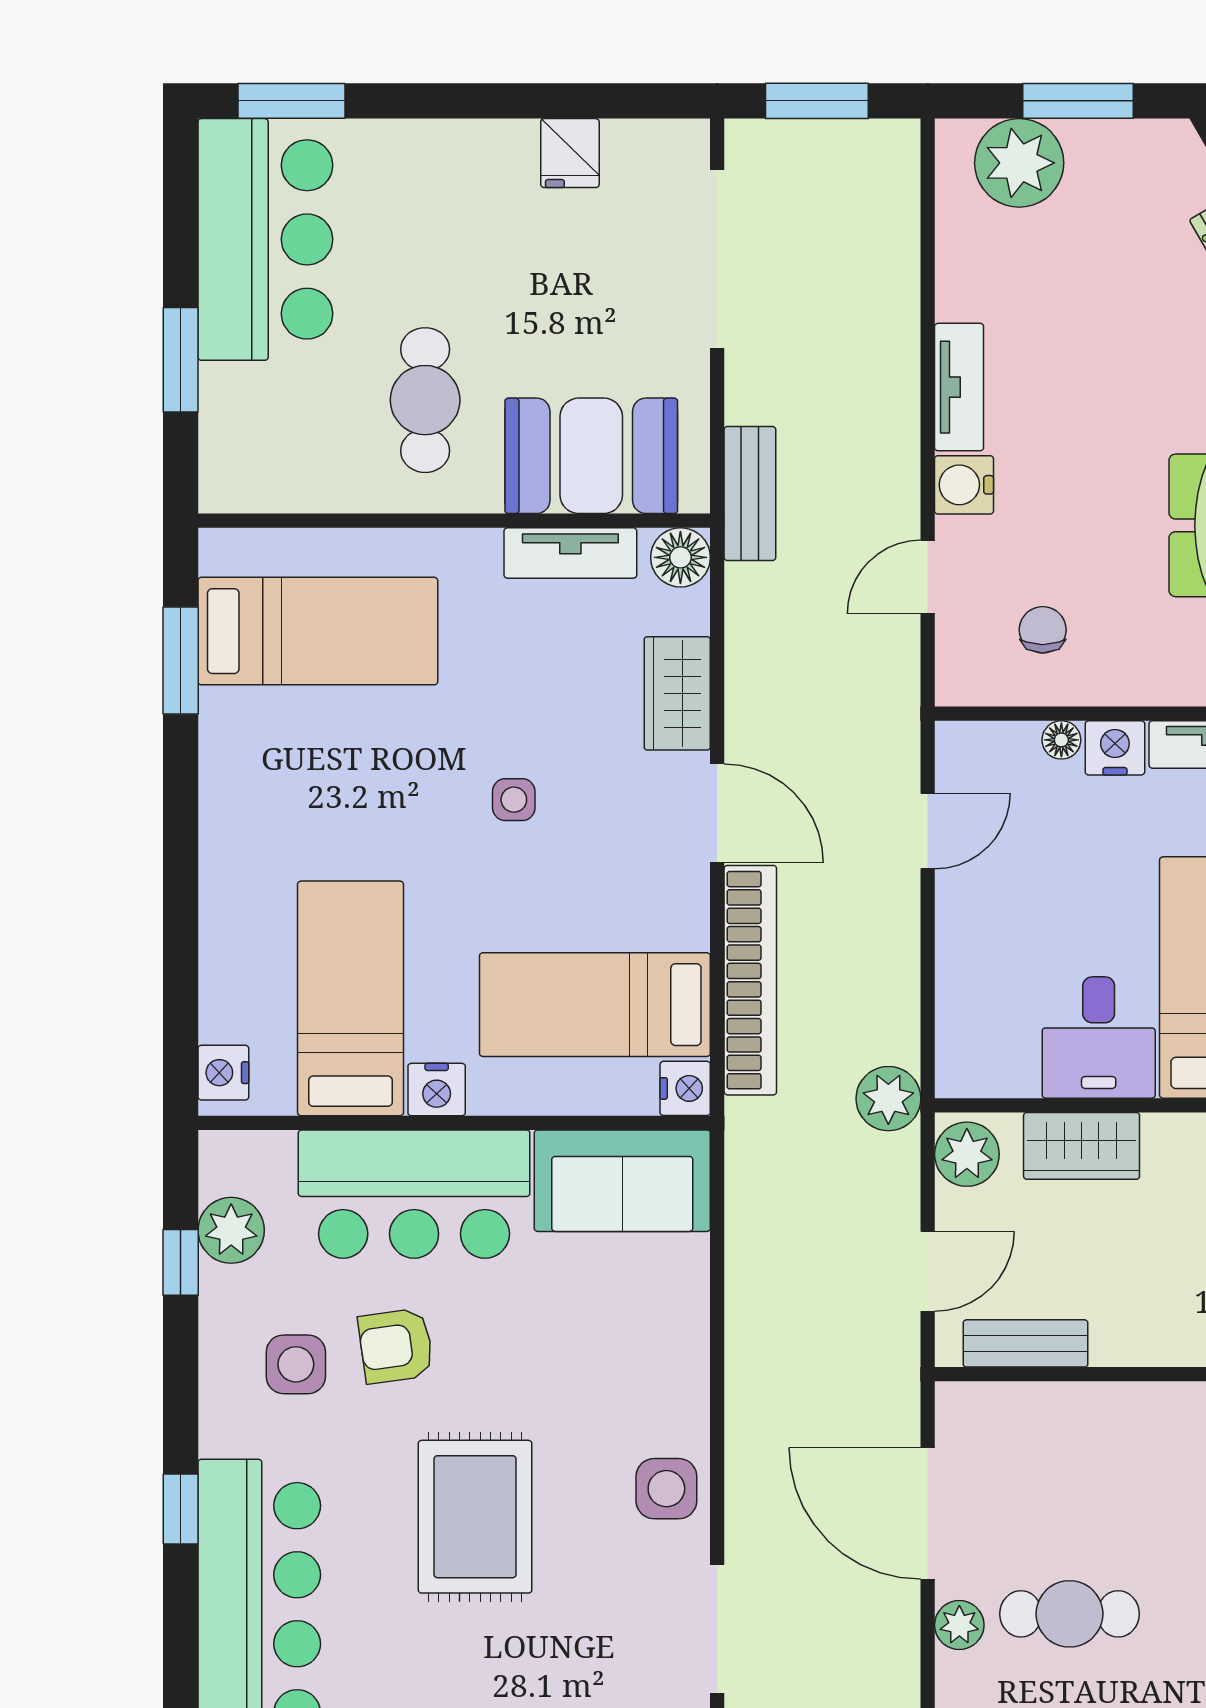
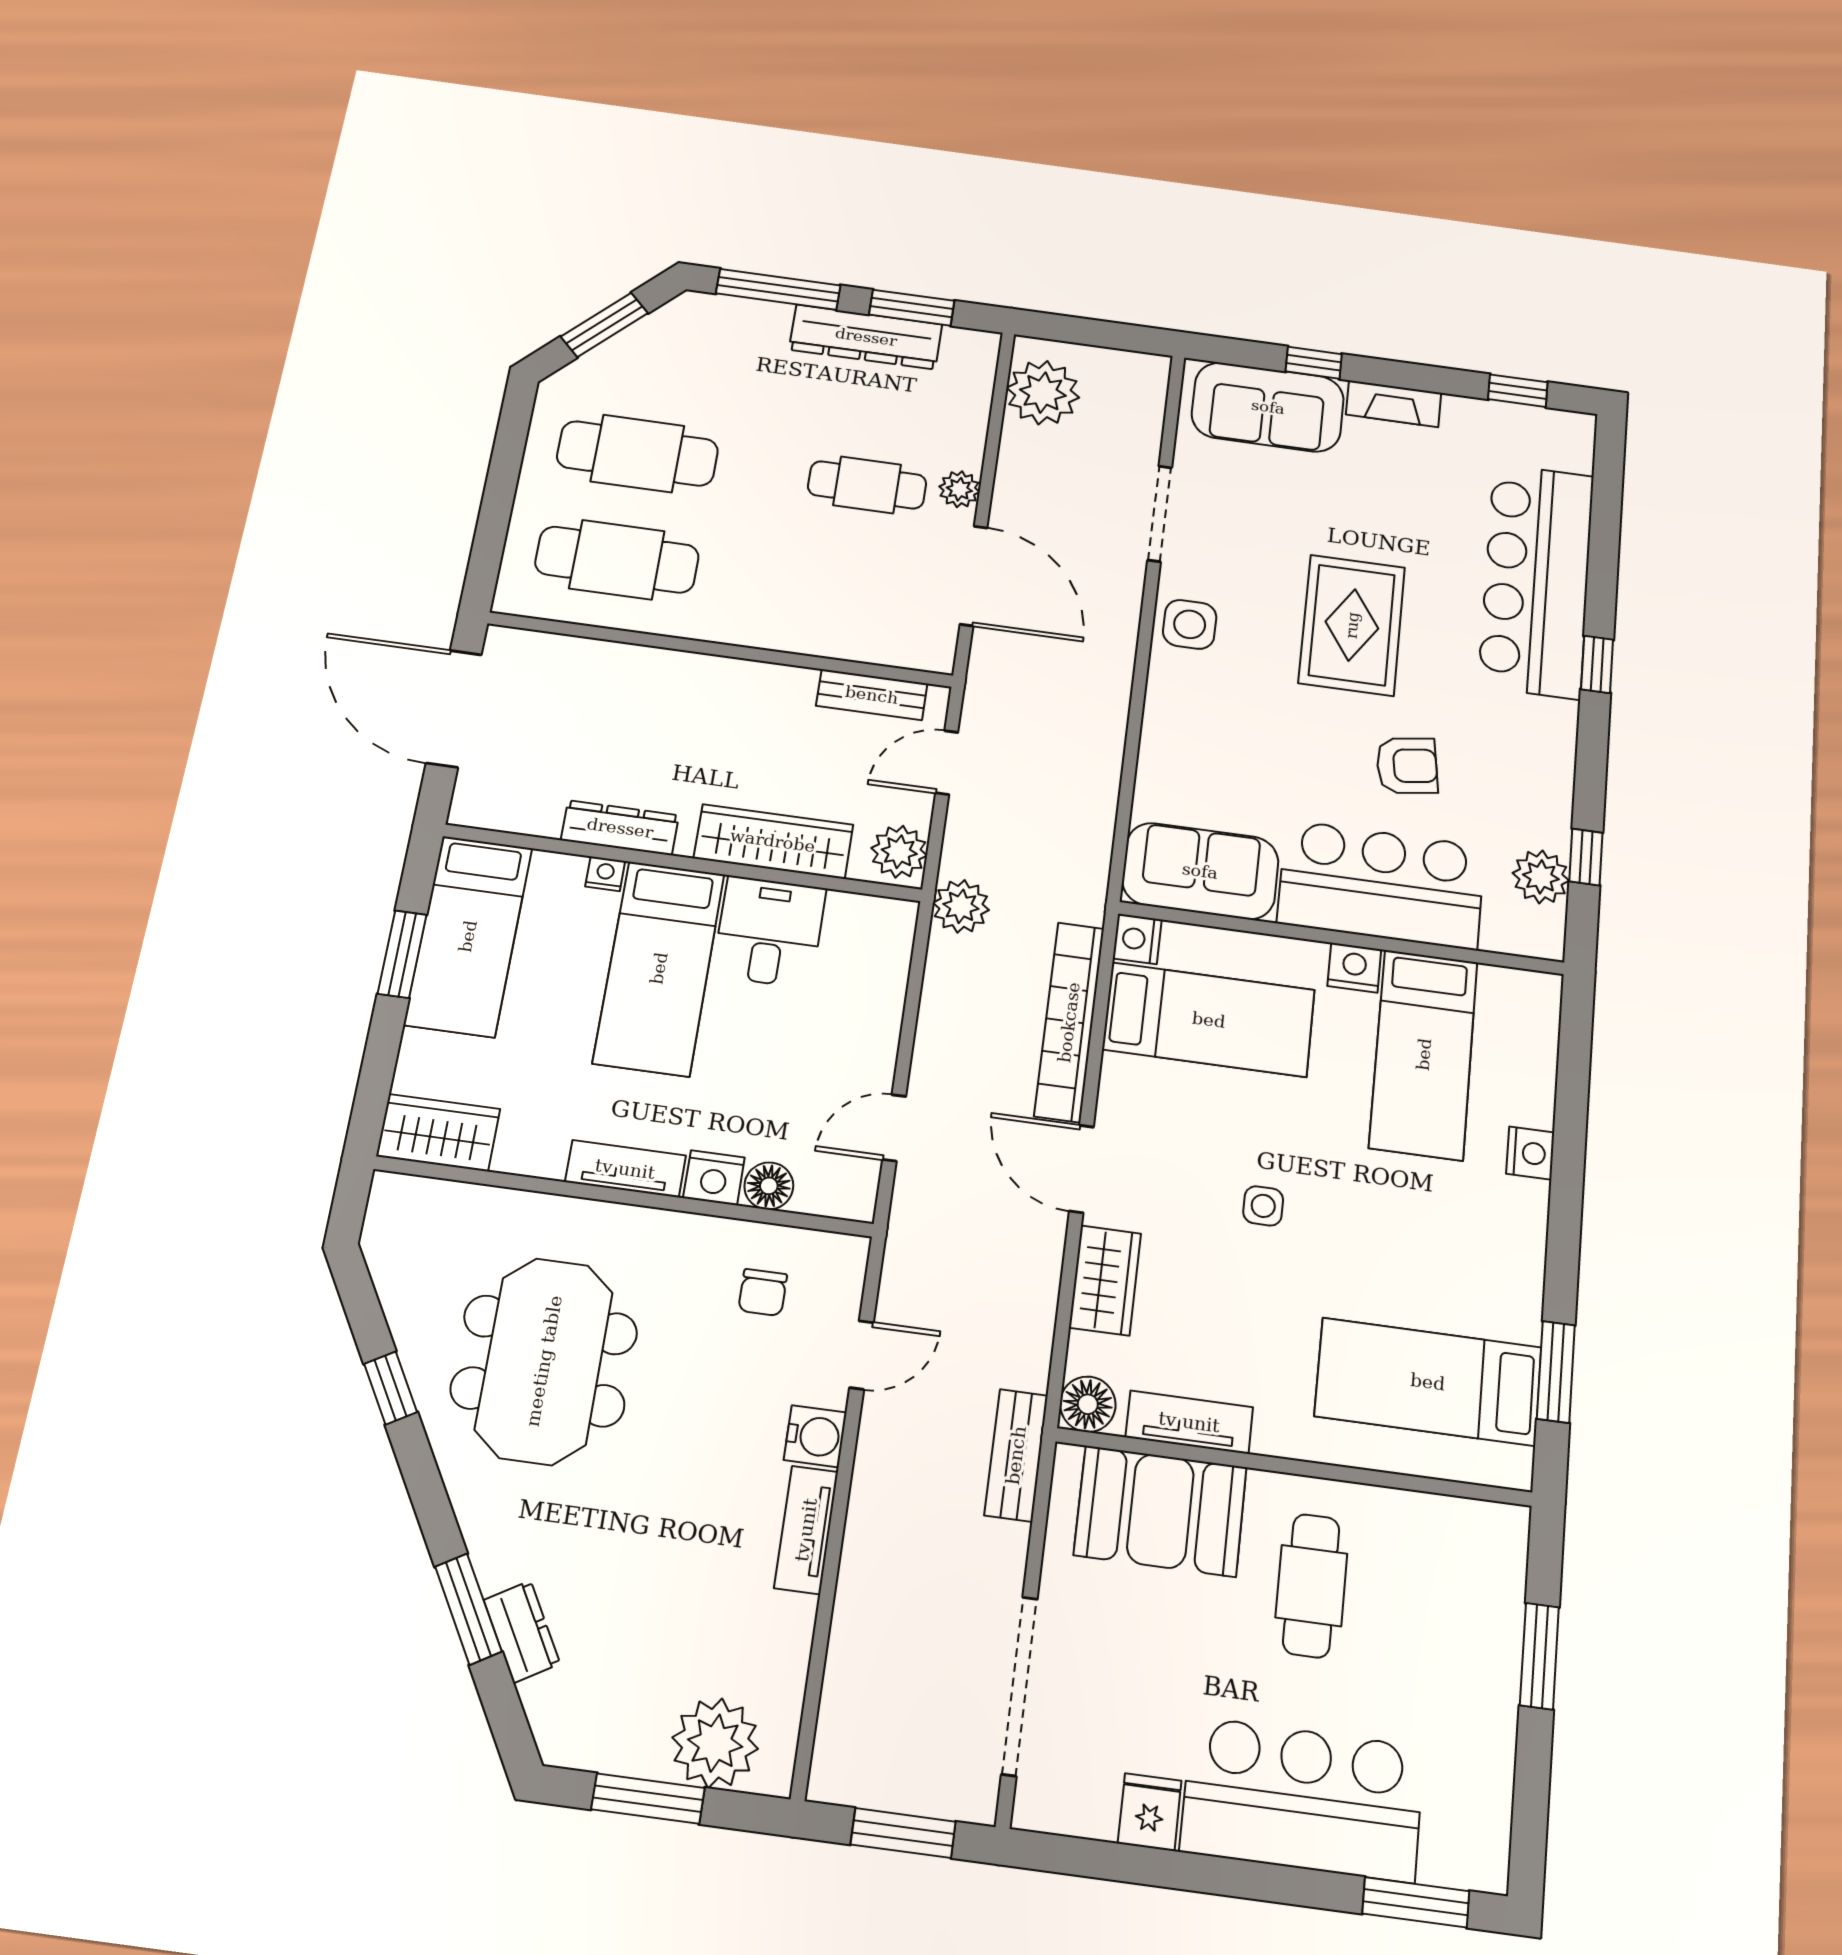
bar counter: (265, 239) -> (1303, 1799), moved, turned 90
floor lamp: (1061, 740) -> (769, 1186), width x1.37, depth x1.37
nightstand: (223, 1073) -> (1530, 1153), moved
wardrobe: (1082, 1146) -> (773, 841), width x1.50
side table: (296, 1364) -> (1493, 763), removed

